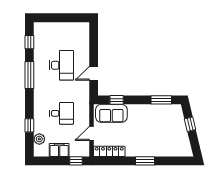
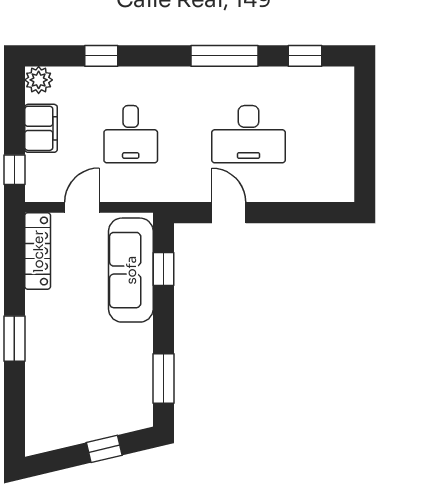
sofa: (111, 113) -> (131, 270), width x1.36
door: (91, 133) -> (82, 207), hinge flipped
plant: (39, 139) -> (39, 80), moved

